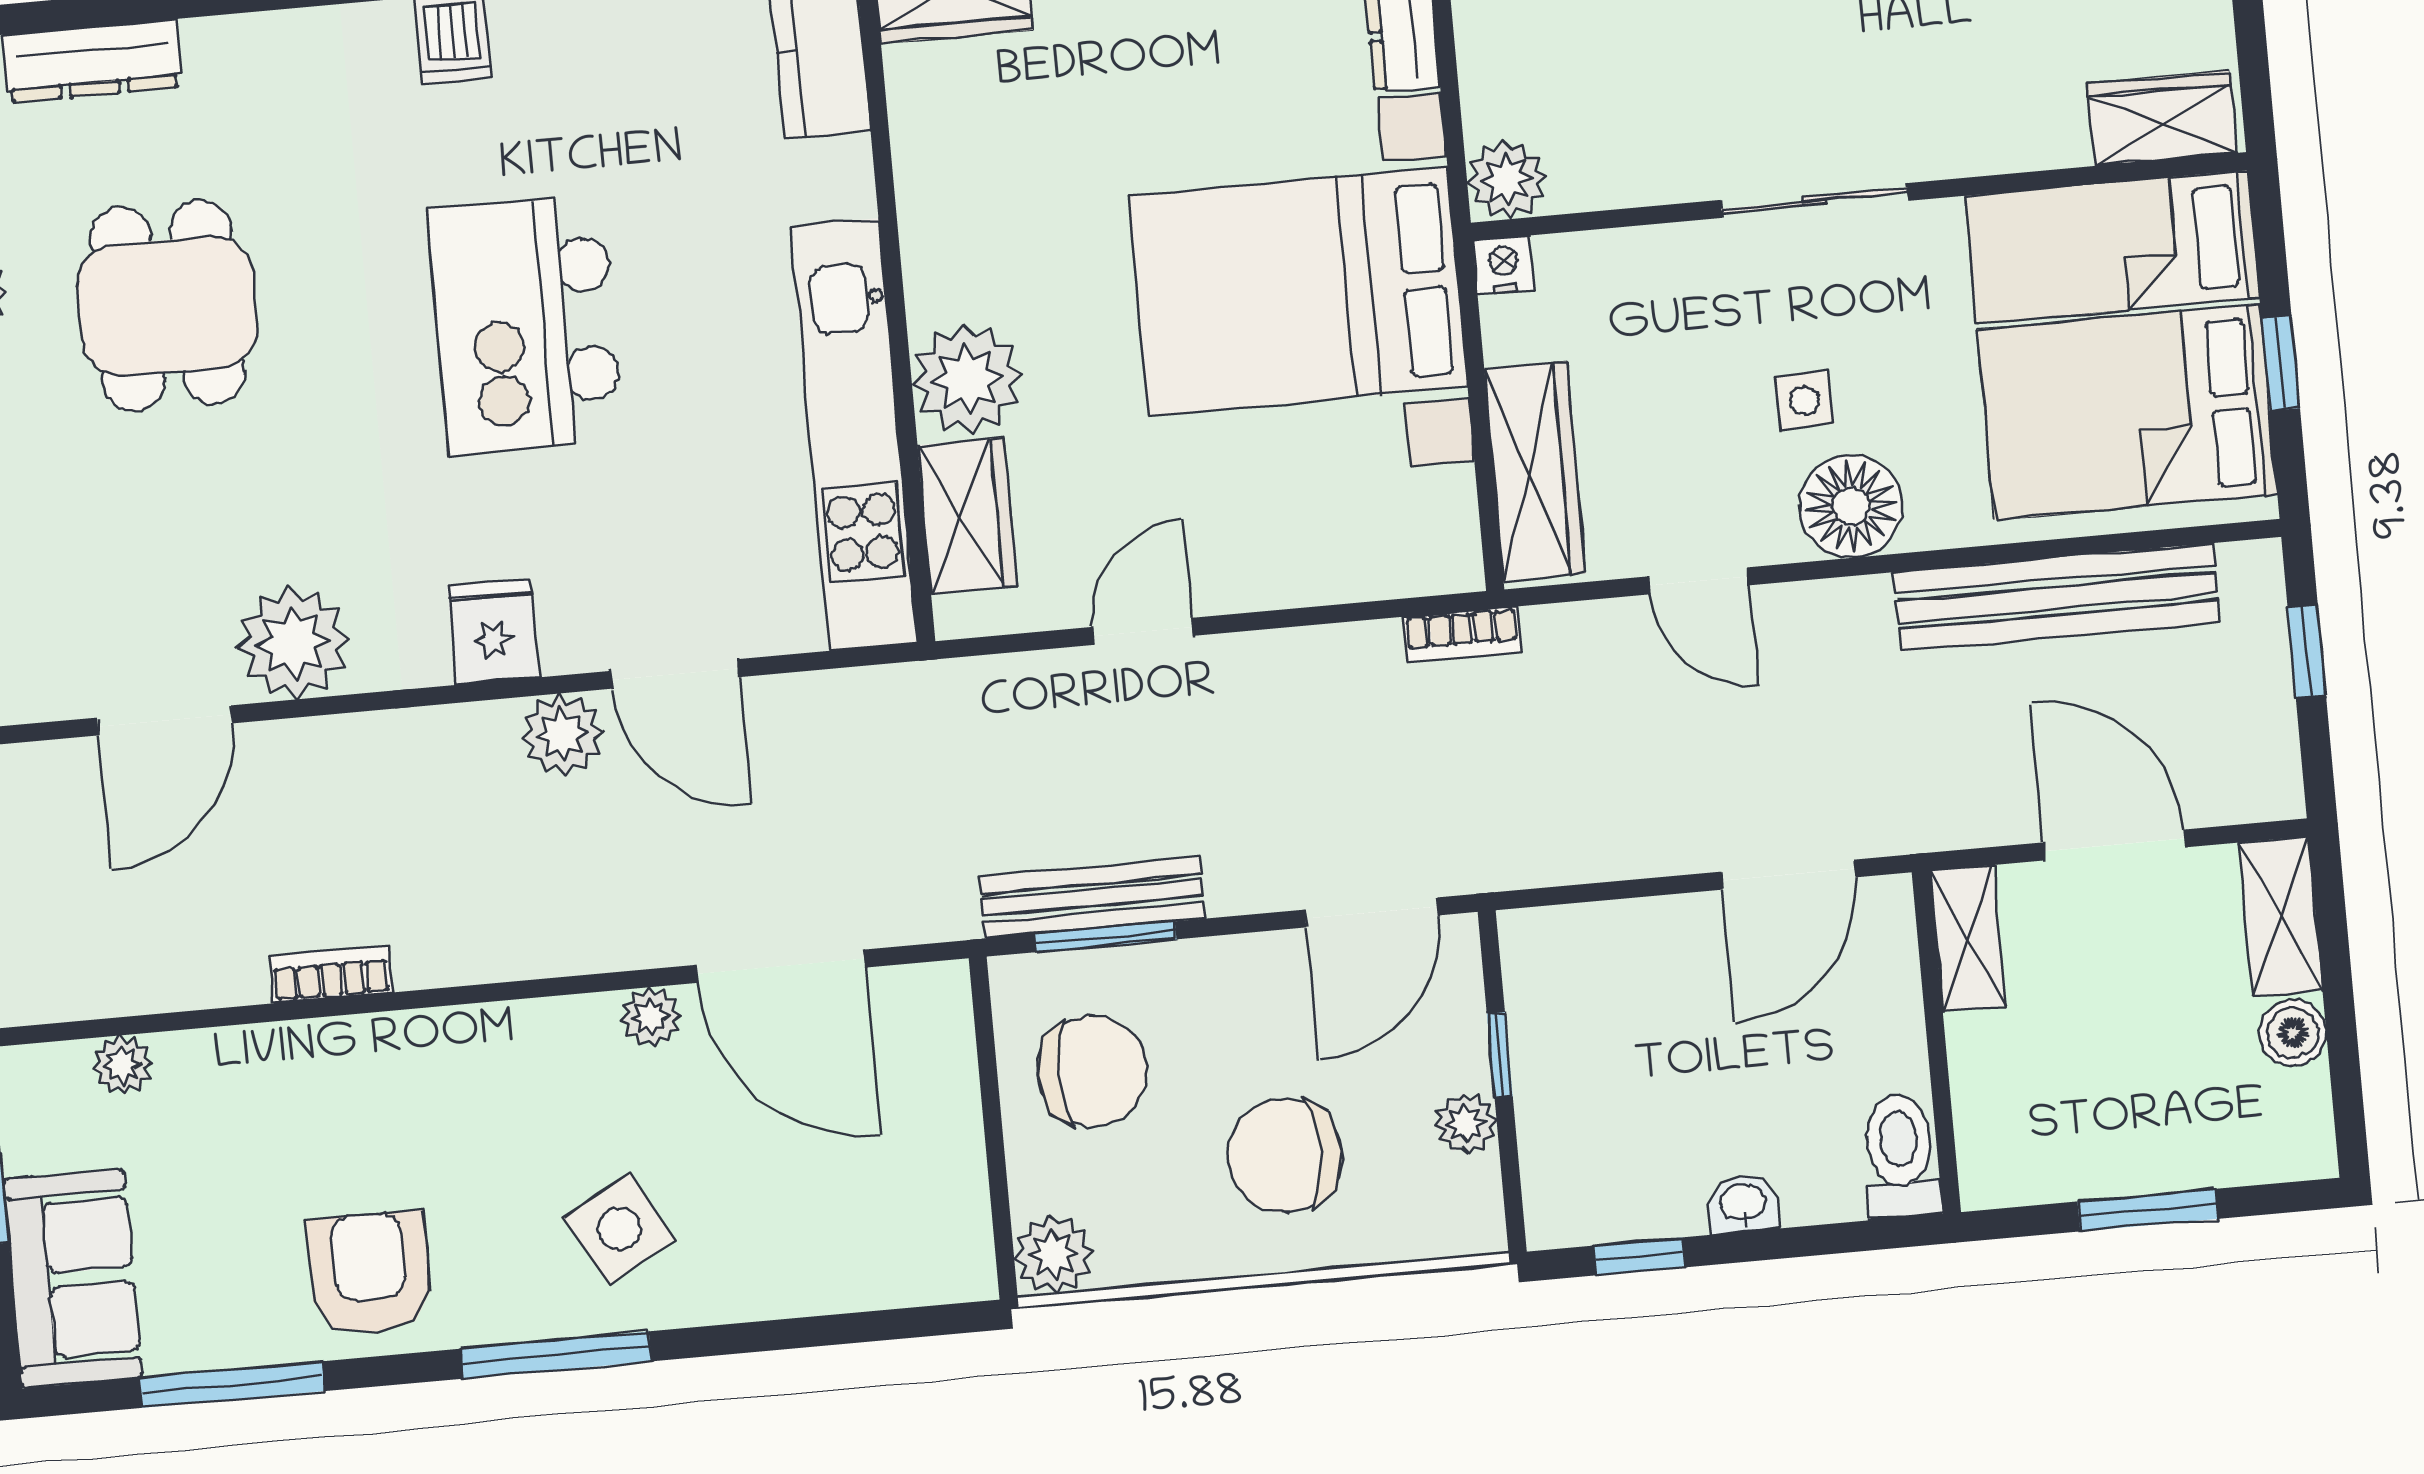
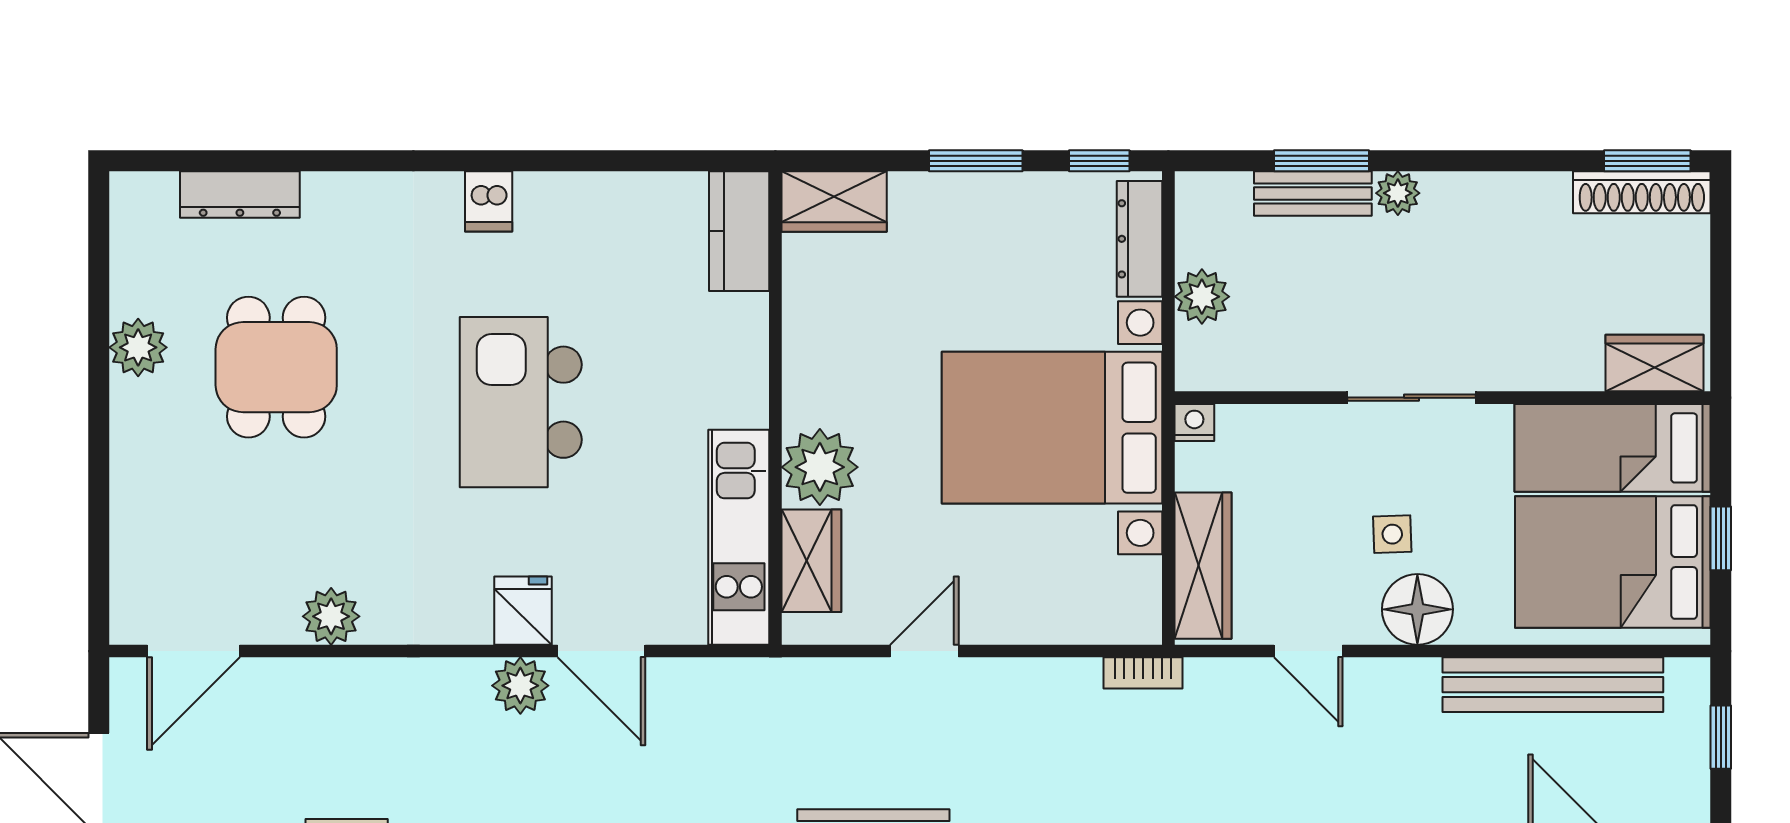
plant: (1507, 180) -> (1202, 297), moved
kitchen unit: (854, 434) -> (739, 537), width x0.73
fridge: (493, 632) -> (523, 611), moved
plant: (293, 643) -> (331, 616), width x0.73, depth x0.73
door: (165, 720) -> (194, 651), moved

